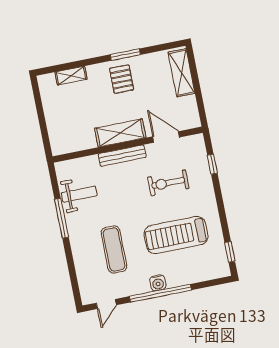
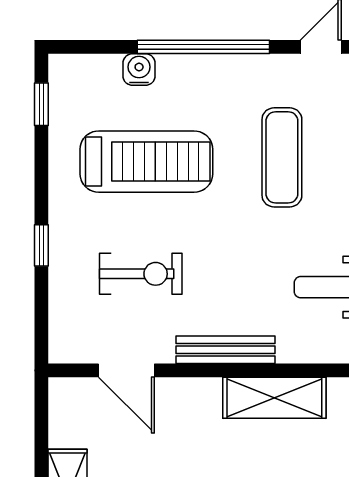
shelving: (120, 133) -> (274, 398), moved
window: (212, 164) -> (41, 245), moved
water cooler: (158, 283) -> (139, 70), moved

